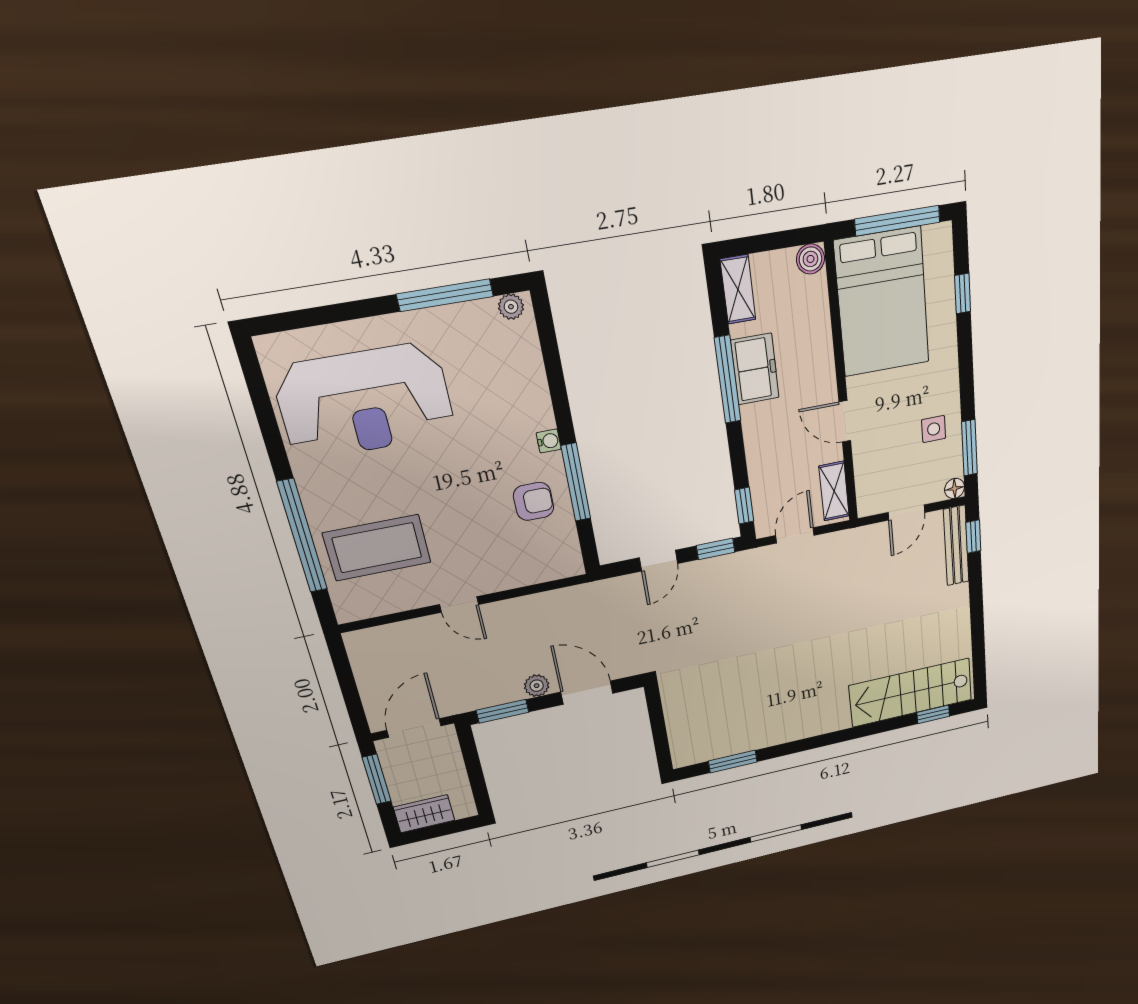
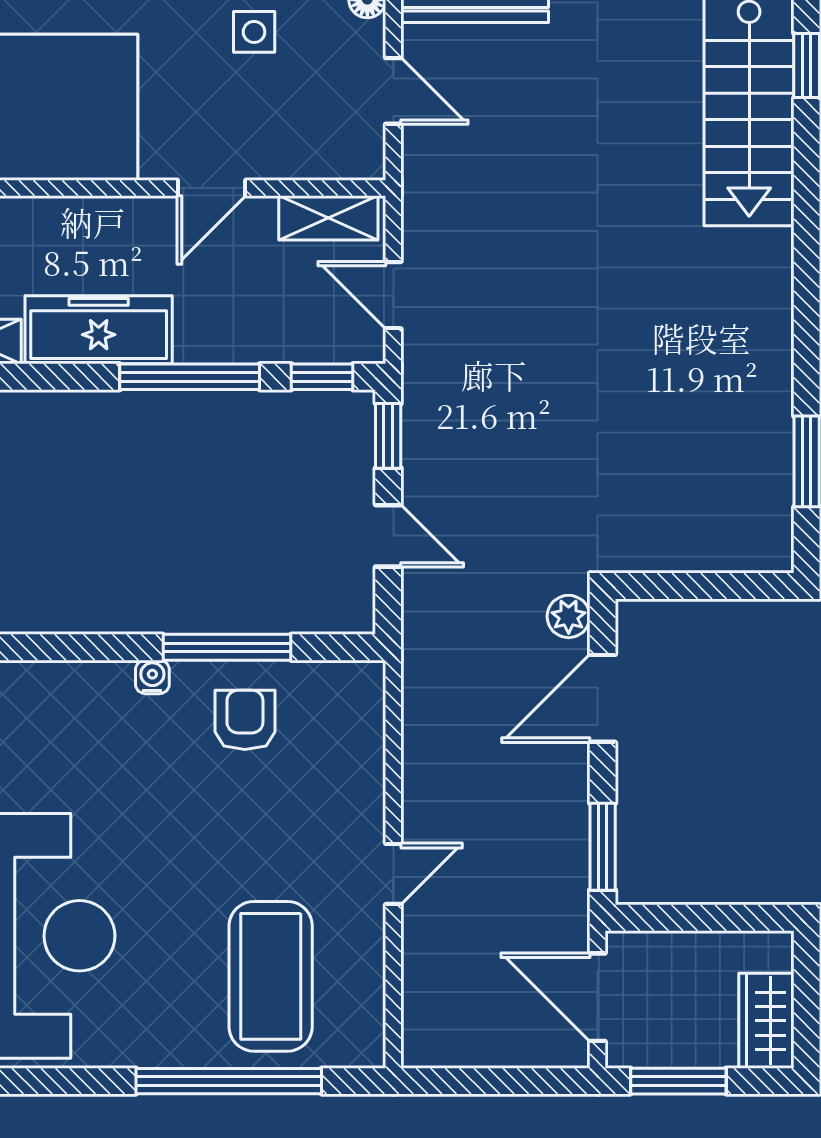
freezer: (755, 369) -> (99, 330), width x1.40
window: (728, 380) -> (190, 377), moved
plant: (537, 686) -> (569, 616), moved

